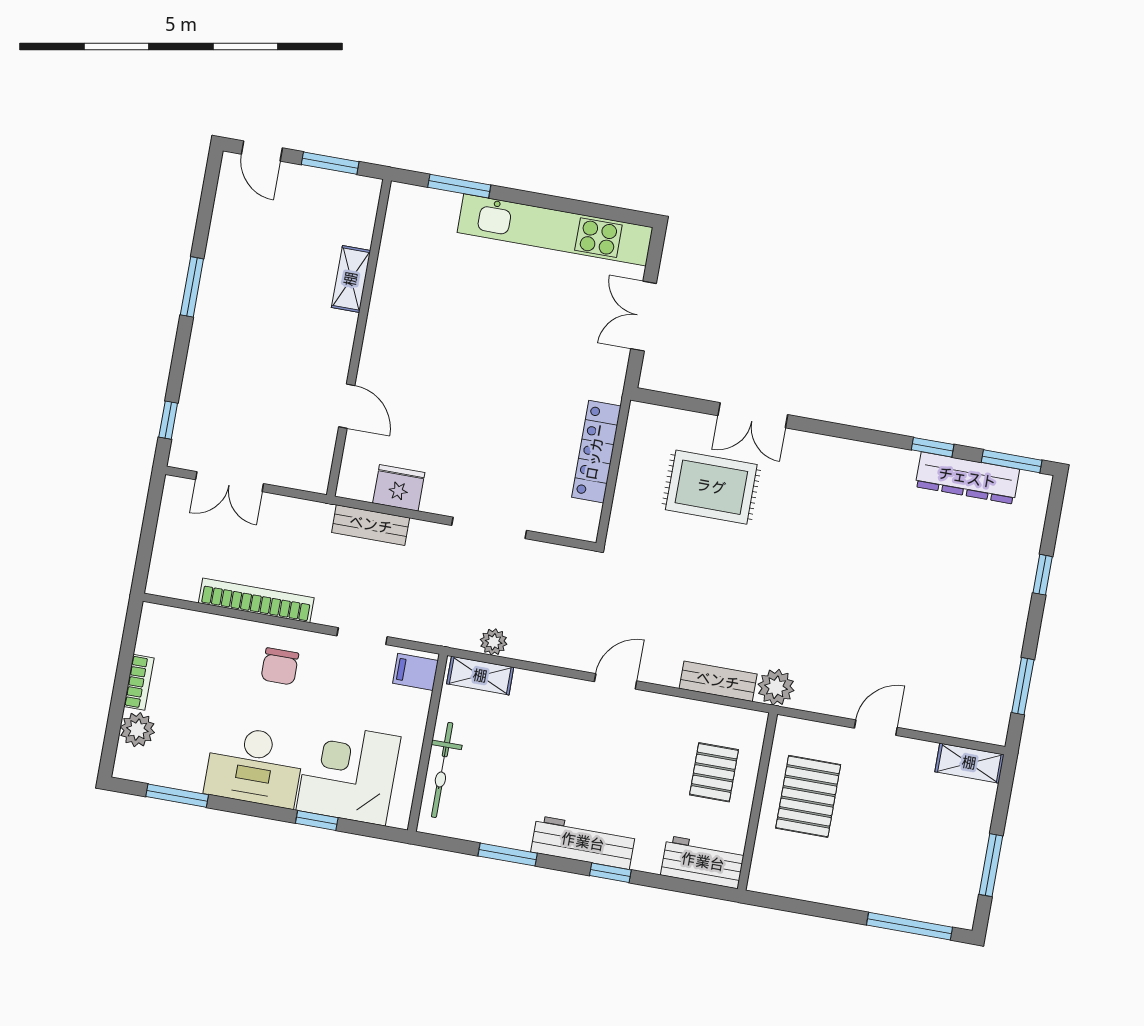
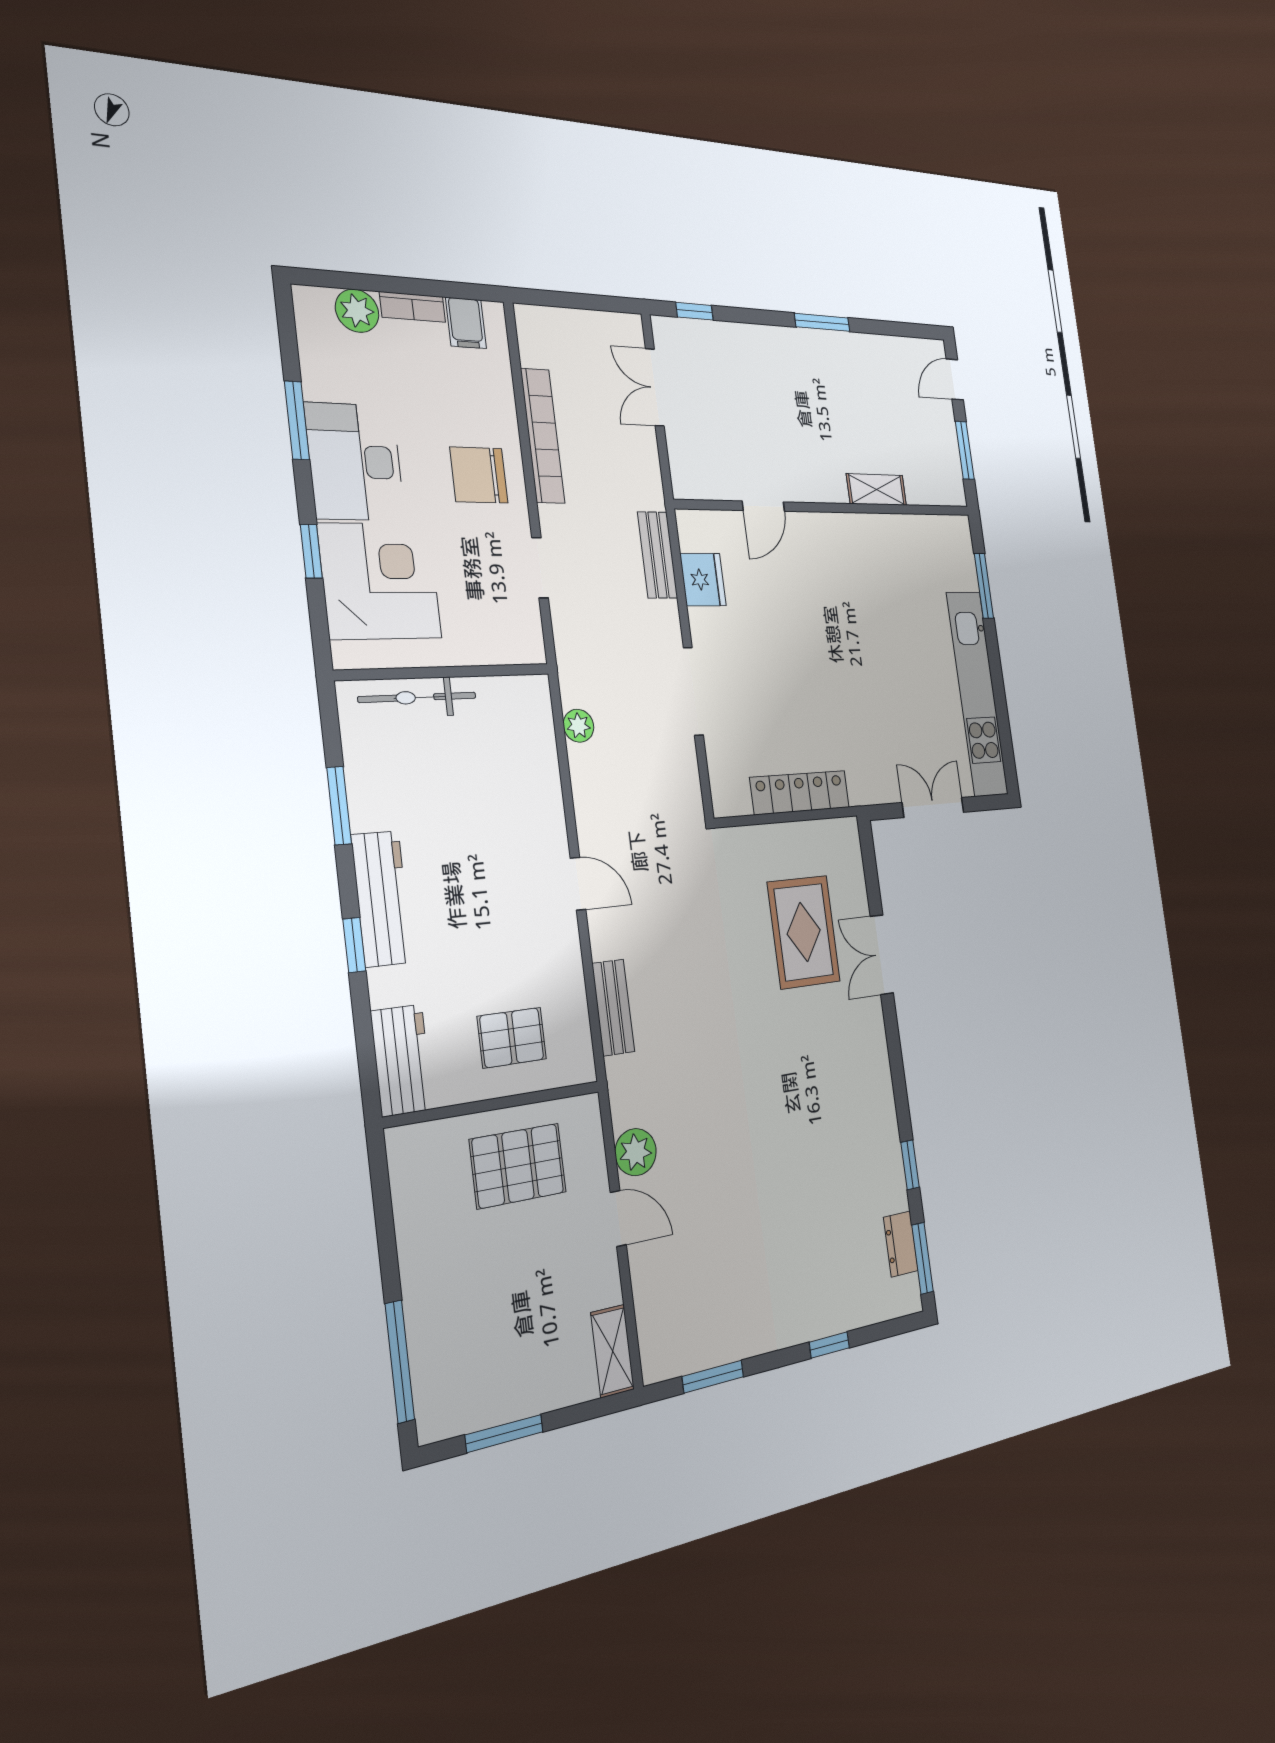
dresser: (967, 478) -> (901, 1244), width x0.51, depth x0.80
chair: (280, 666) -> (479, 475), width x1.37, depth x1.37
filing cabinet: (415, 672) -> (466, 323), moved, turned 180
shelving: (480, 676) -> (538, 719), removed
plant: (776, 687) -> (636, 1152), moved
window: (177, 796) -> (297, 420), moved

